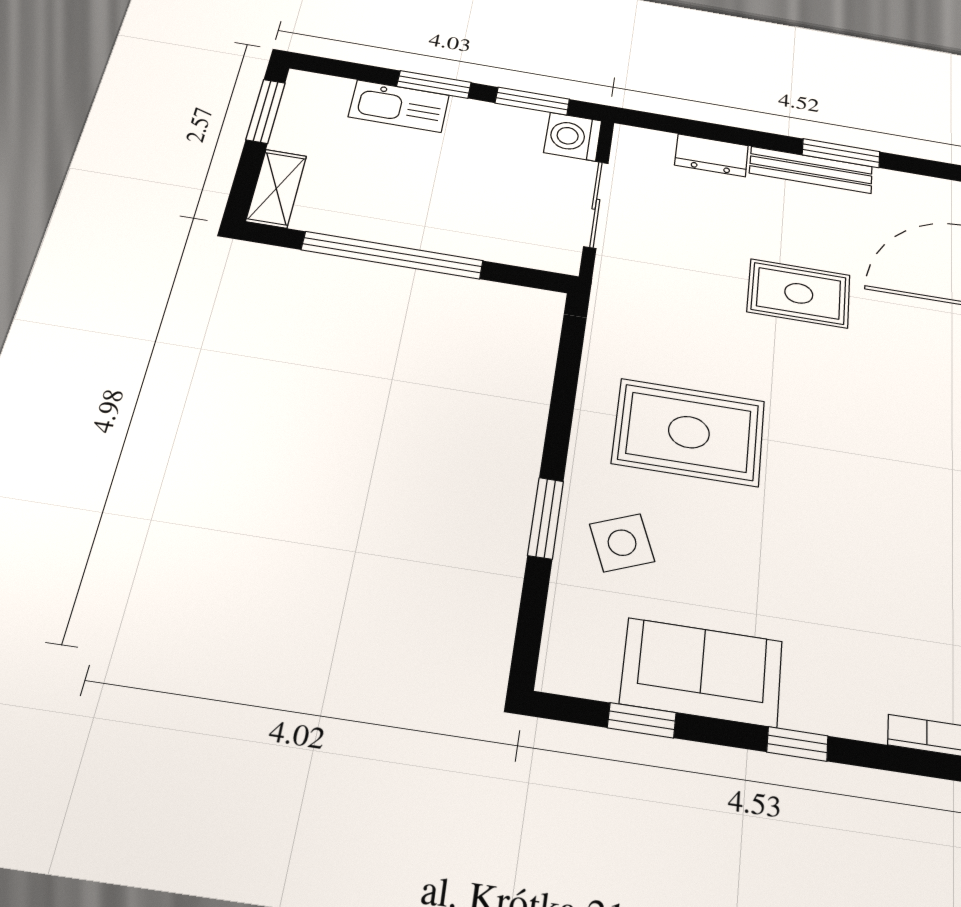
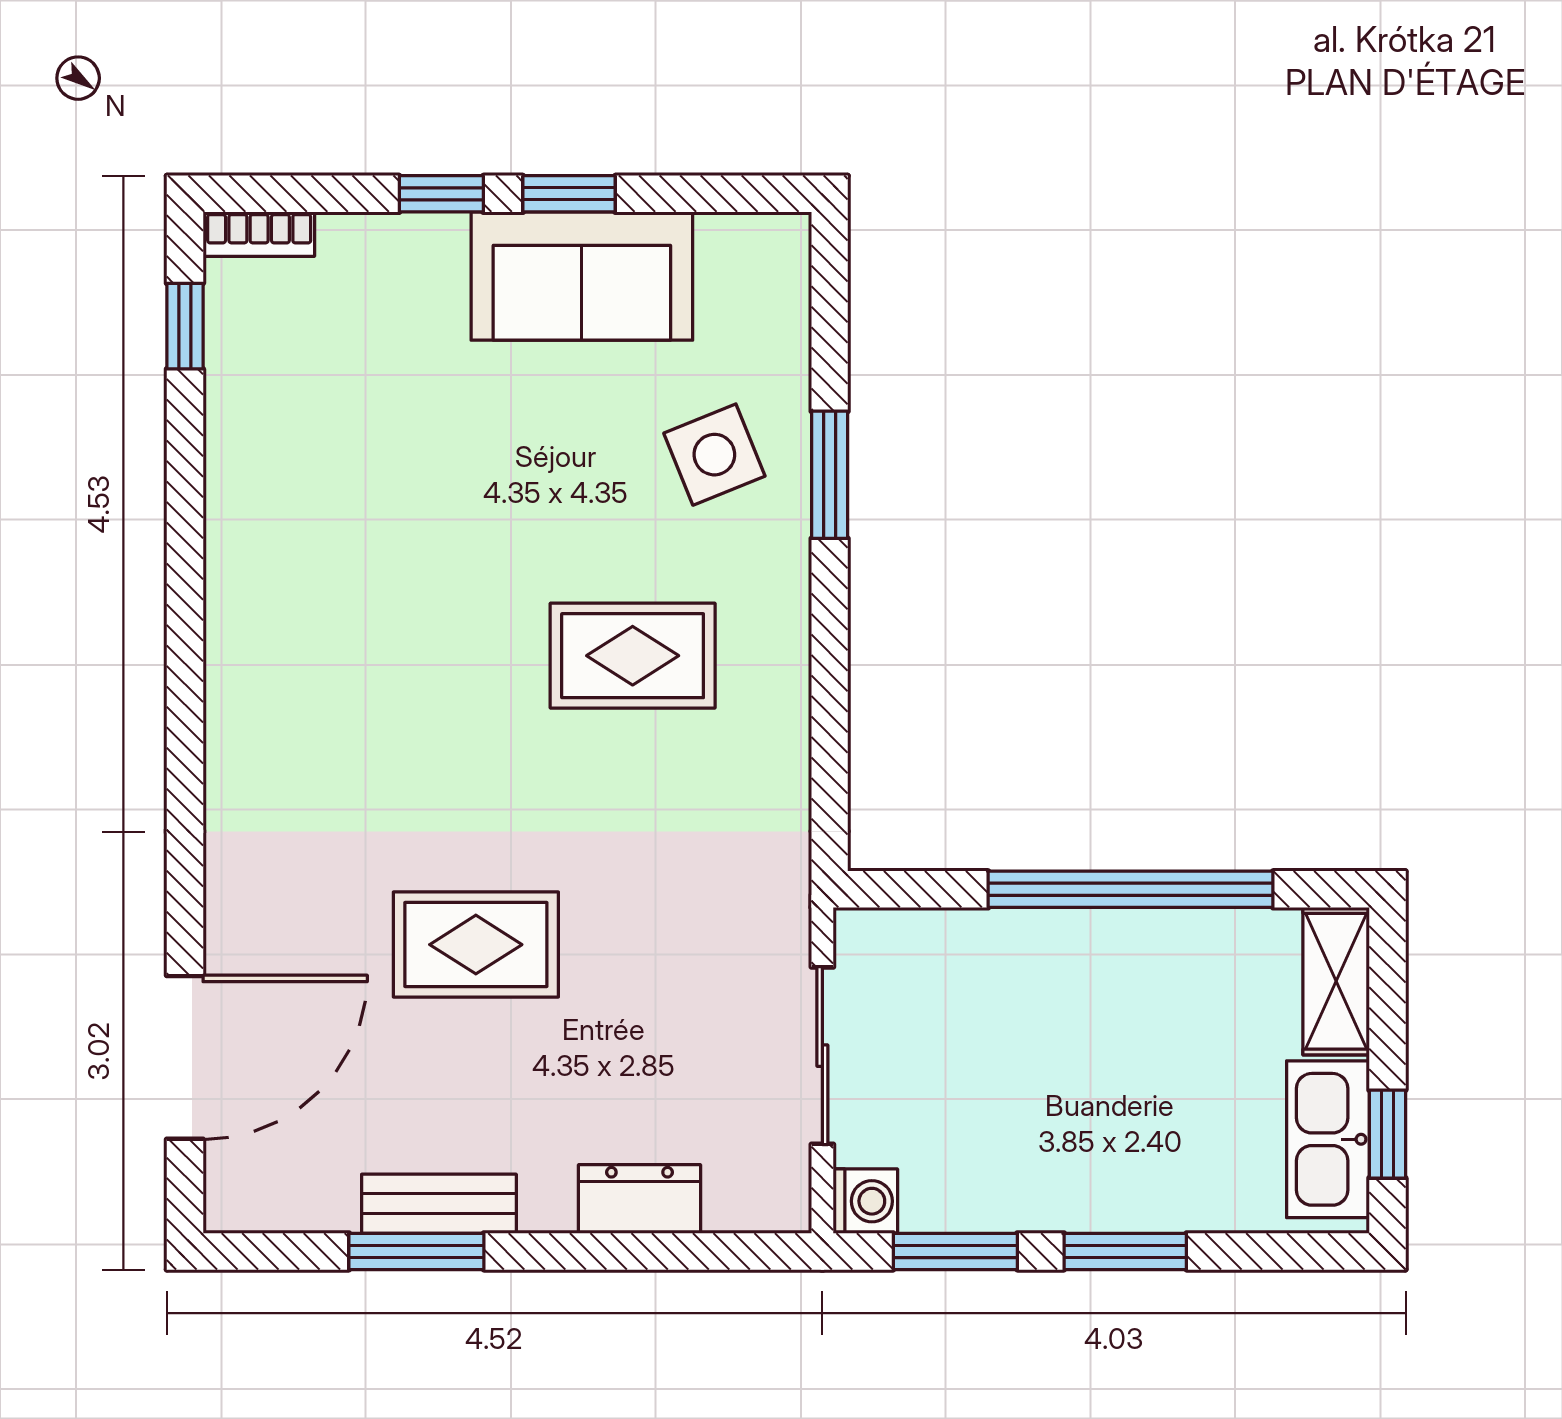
kitchen sink: (399, 106) -> (1328, 1139), moved, turned -90
window: (266, 111) -> (1387, 1134), width x0.67
washing machine: (573, 137) -> (865, 1201), width x0.73, depth x0.73
bench: (811, 170) -> (439, 1204), width x0.73
rug: (689, 432) -> (633, 656), width x0.73, depth x0.70
window: (642, 720) -> (569, 194), moved

